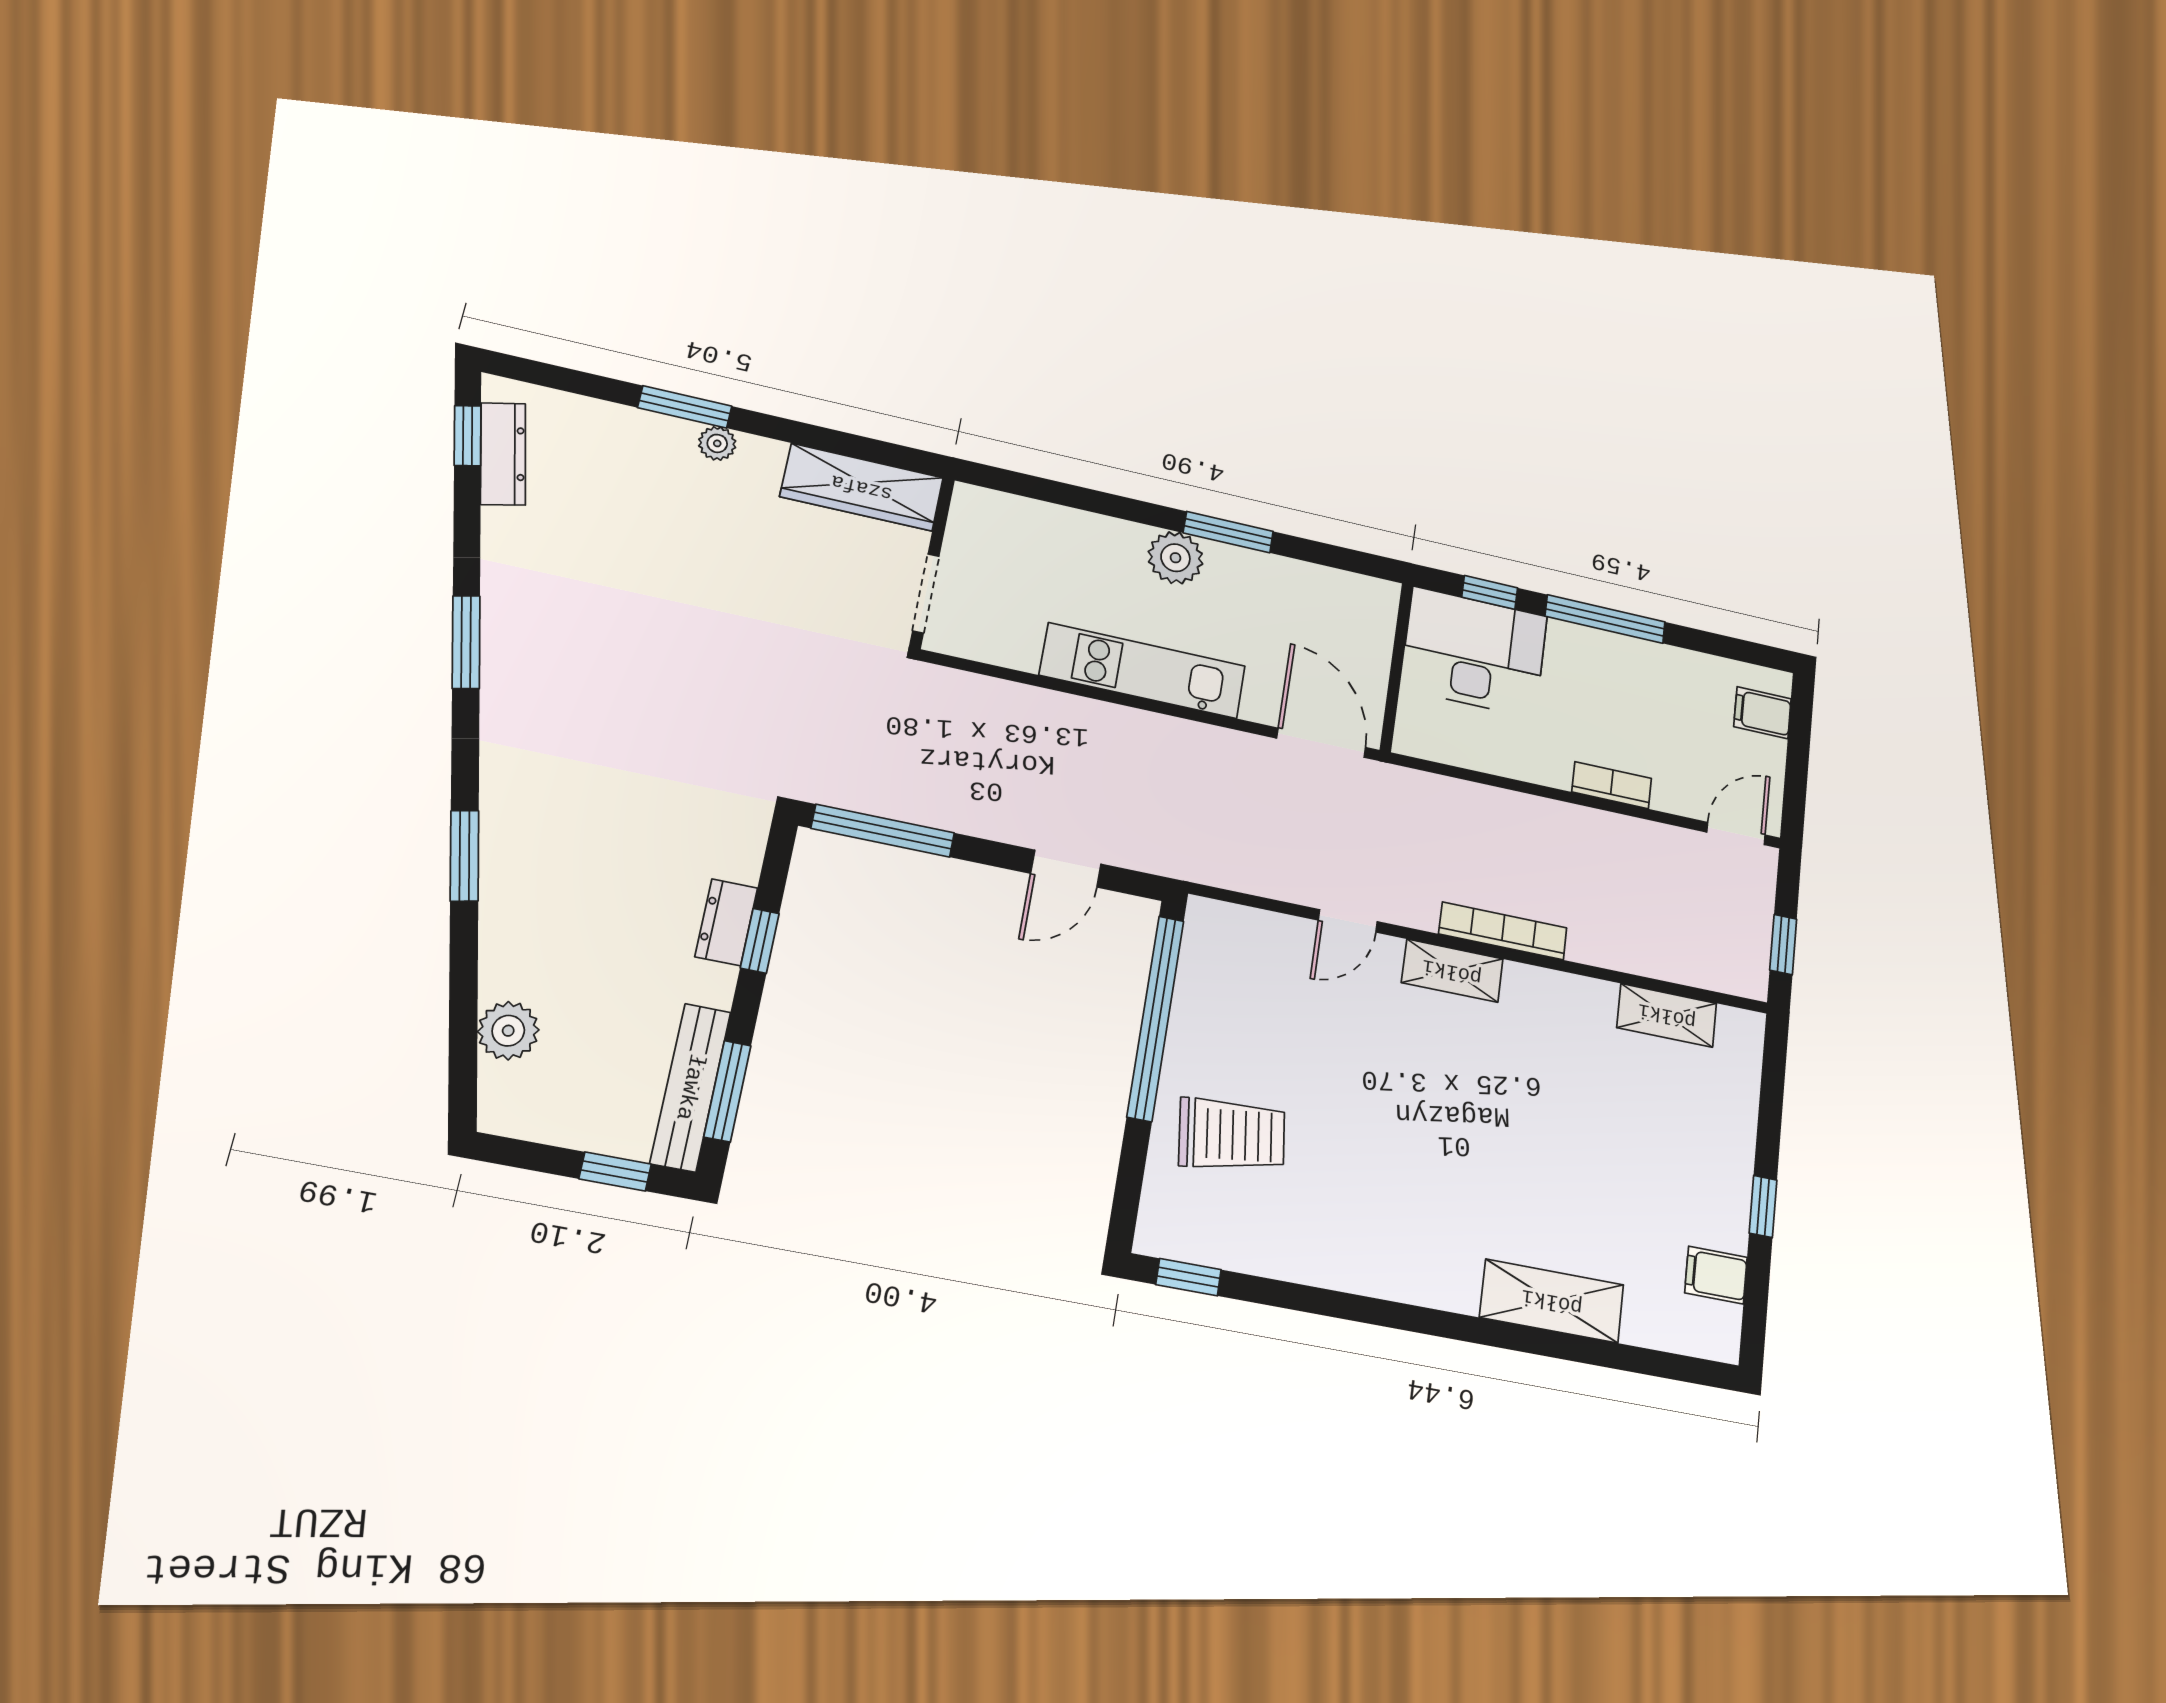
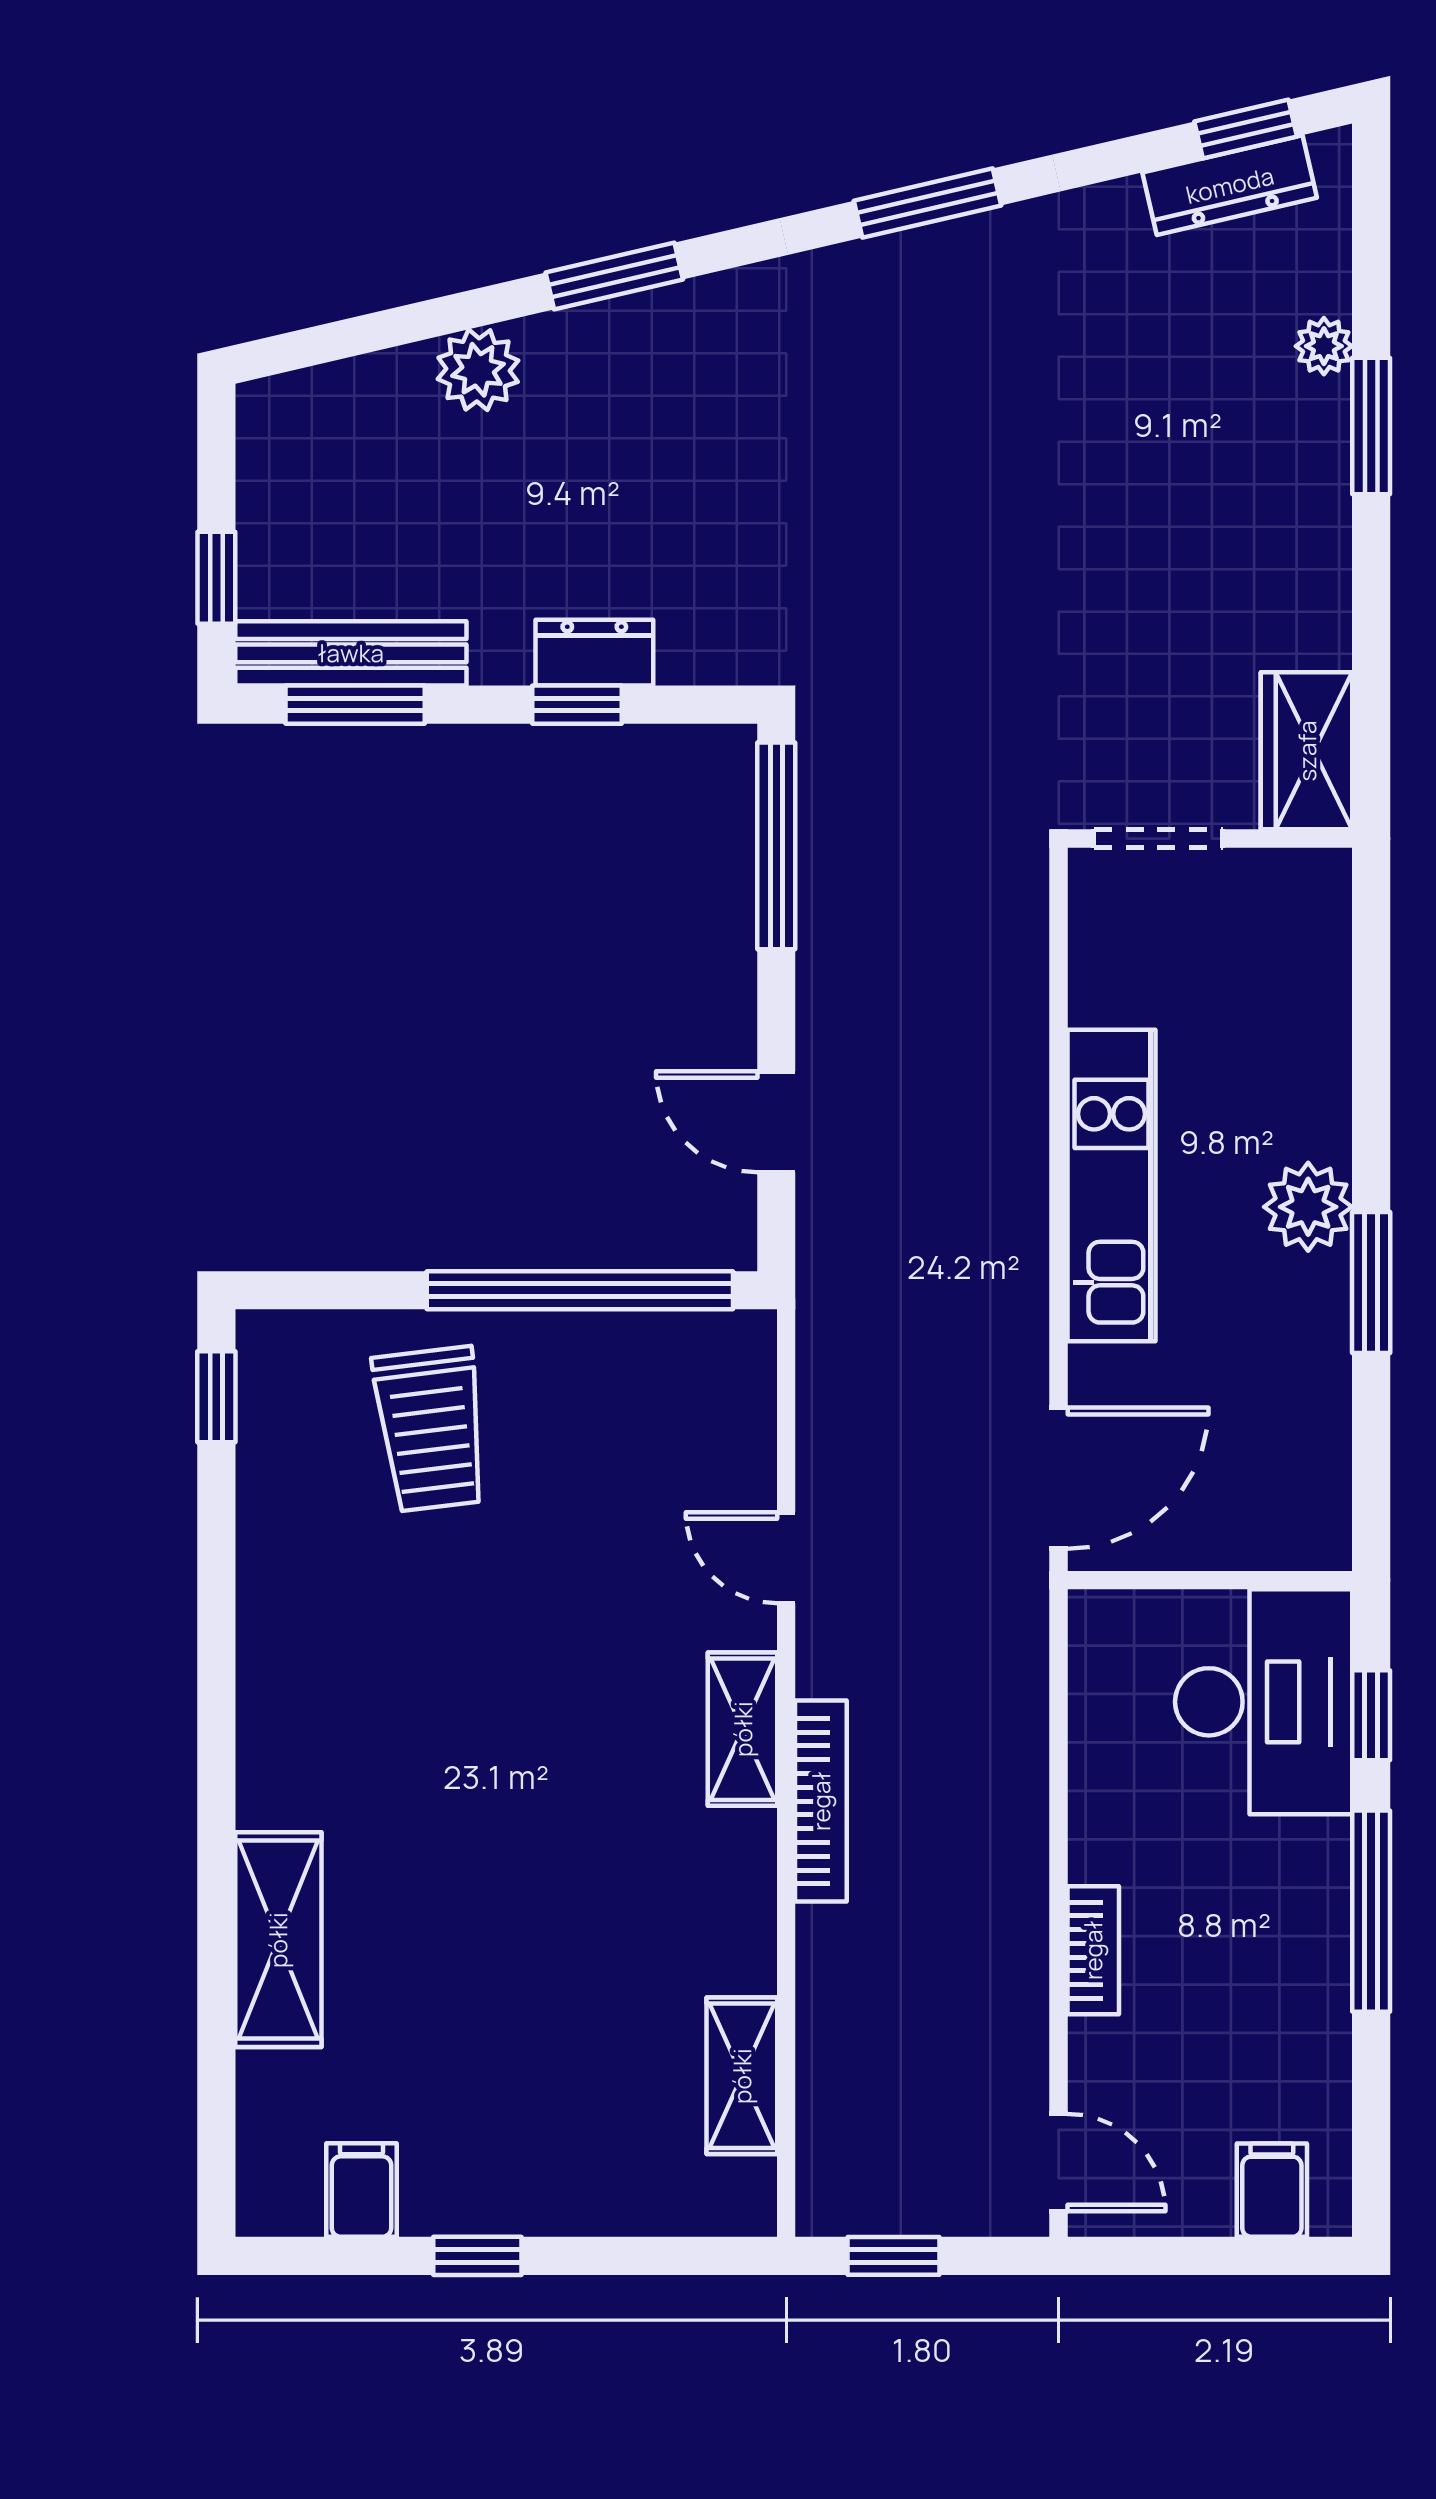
plant: (717, 443) -> (1324, 346), moved
wardrobe: (862, 487) -> (1307, 751), width x0.67
plant: (508, 1031) -> (478, 370), moved

